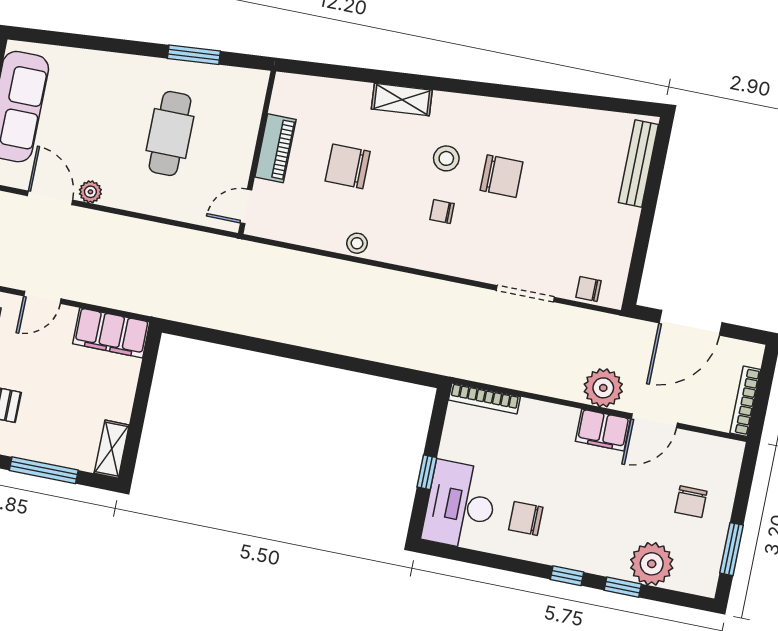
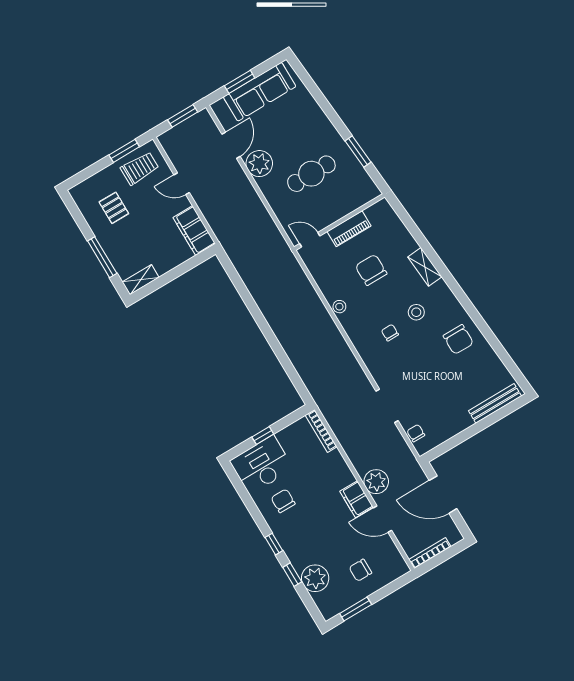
chair: (502, 176) -> (458, 339), moved
plant: (90, 192) -> (259, 164), width x1.88, depth x1.88

